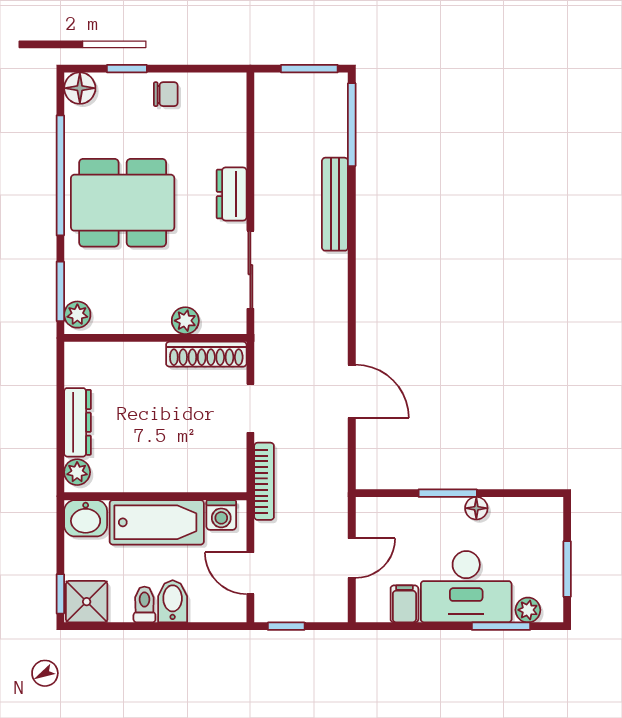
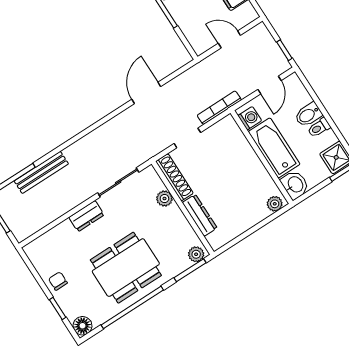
dining table: (123, 203) -> (126, 268), turned 90
bench: (335, 204) -> (41, 172), moved
dresser: (78, 422) -> (200, 215), moved, turned 90

